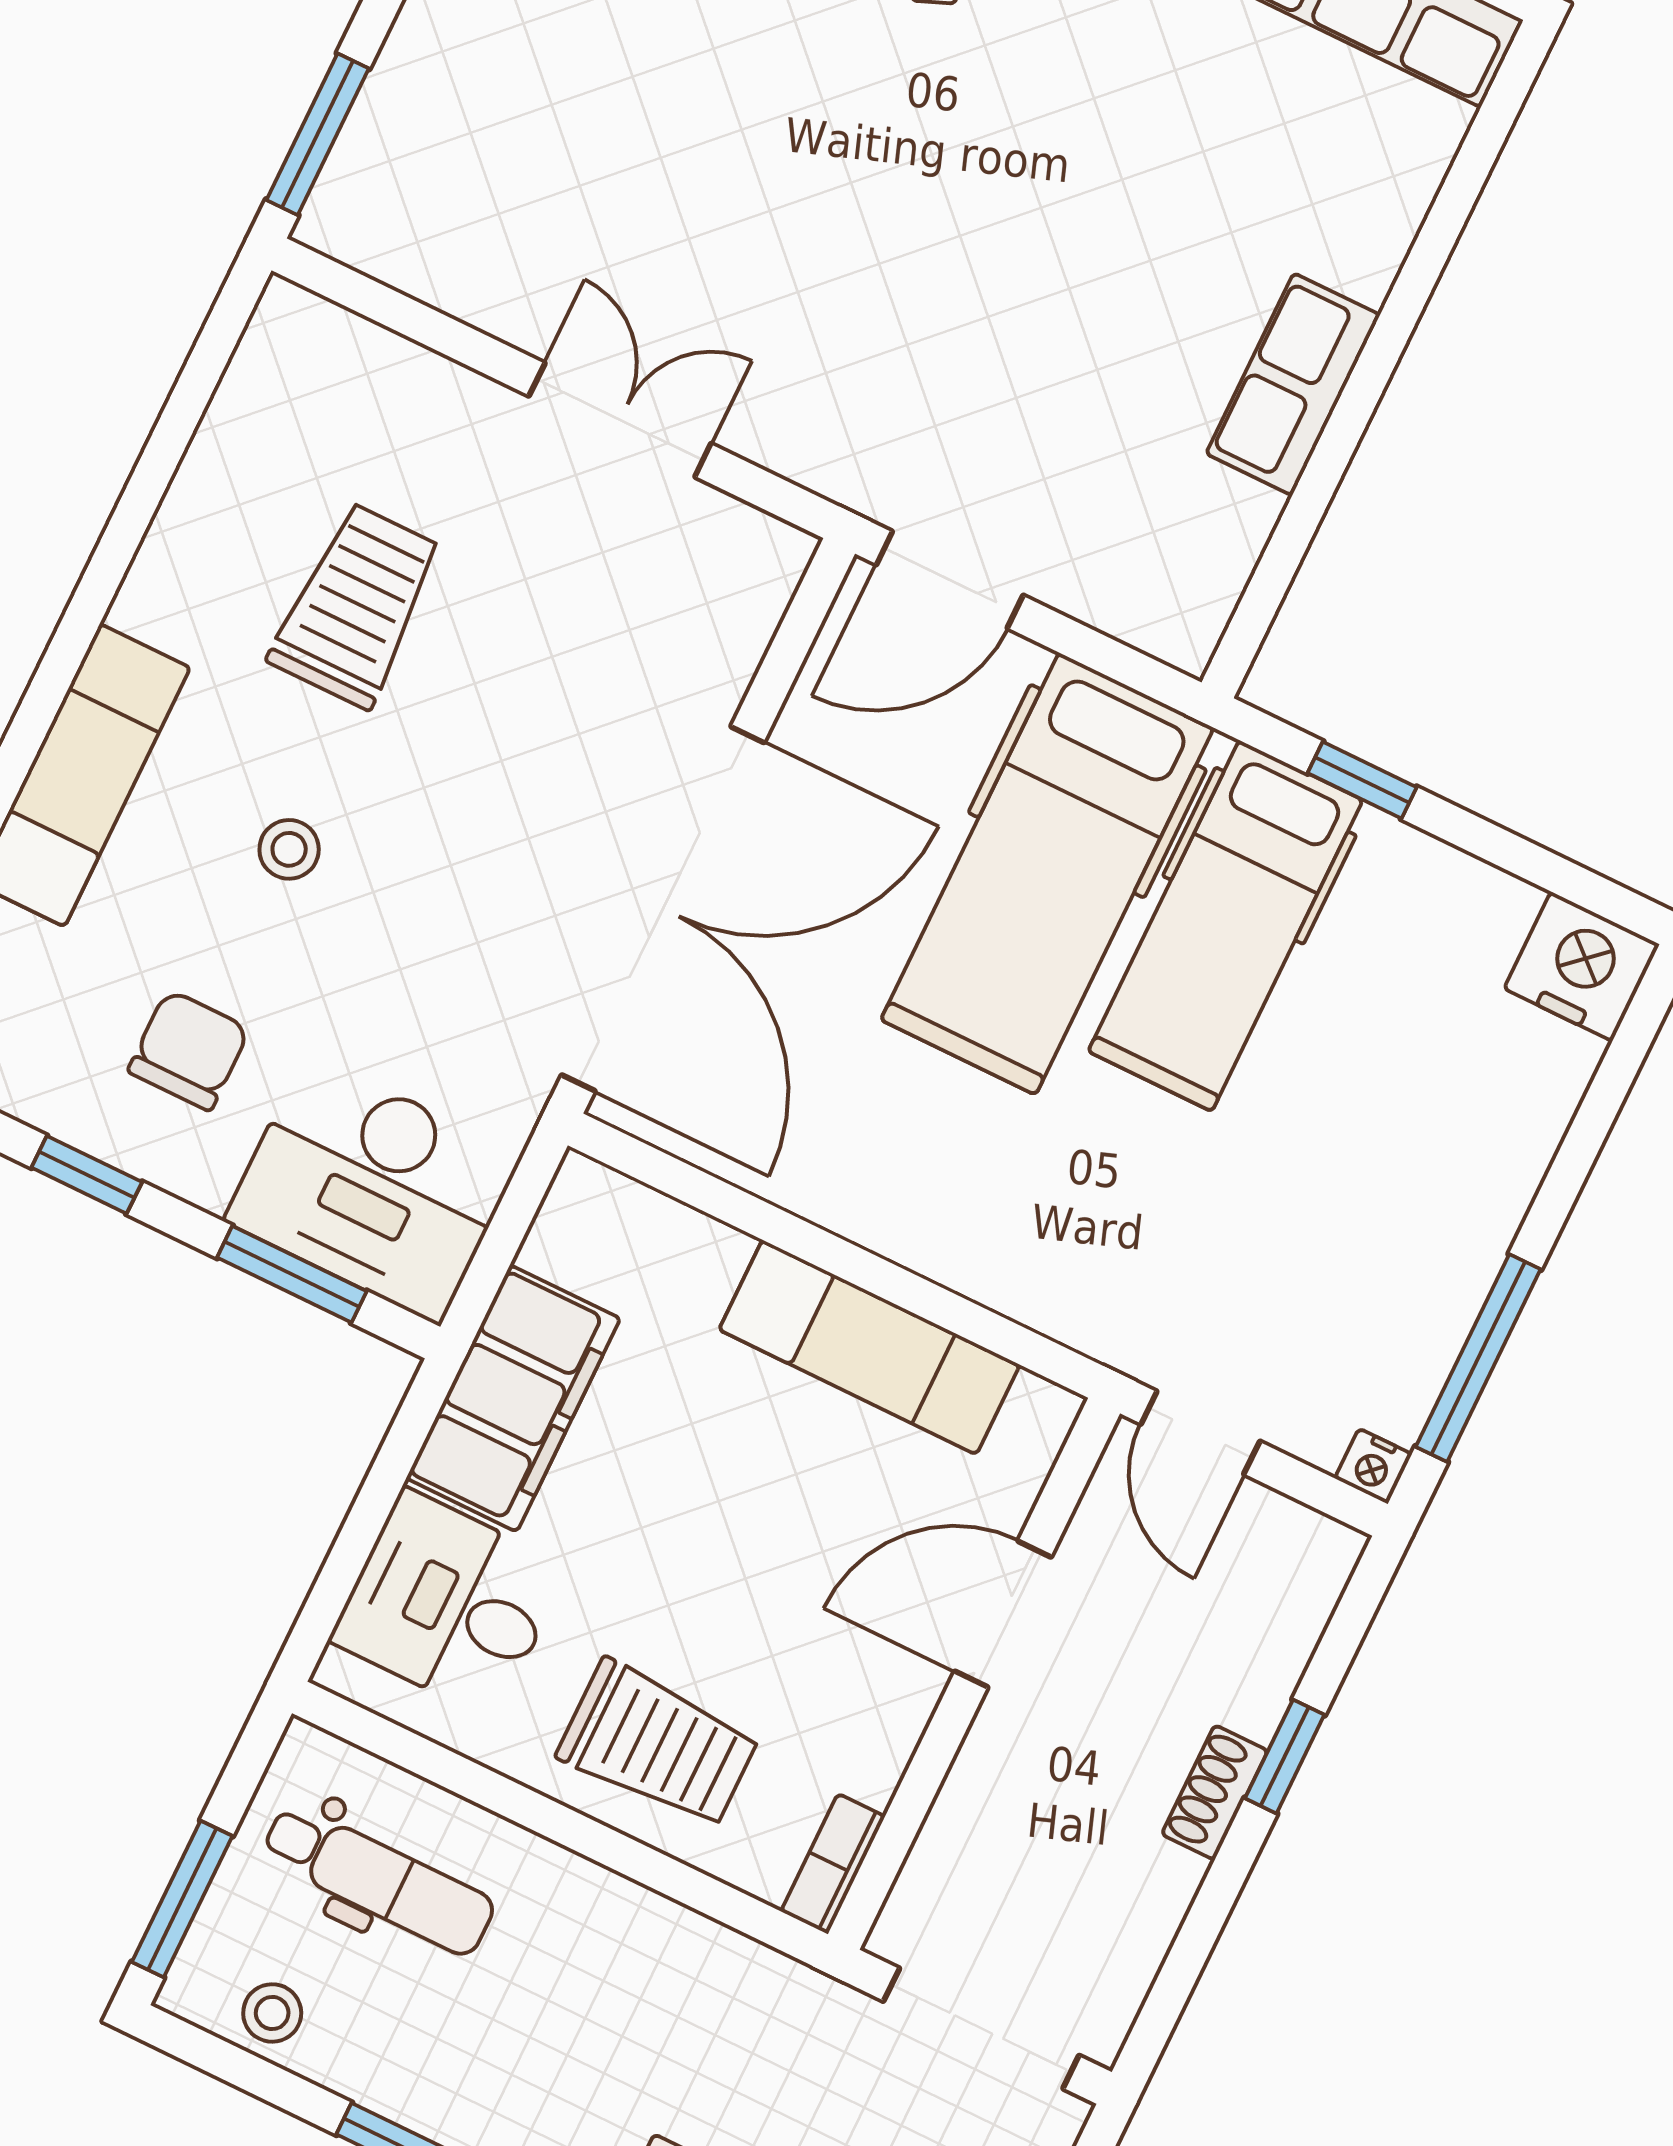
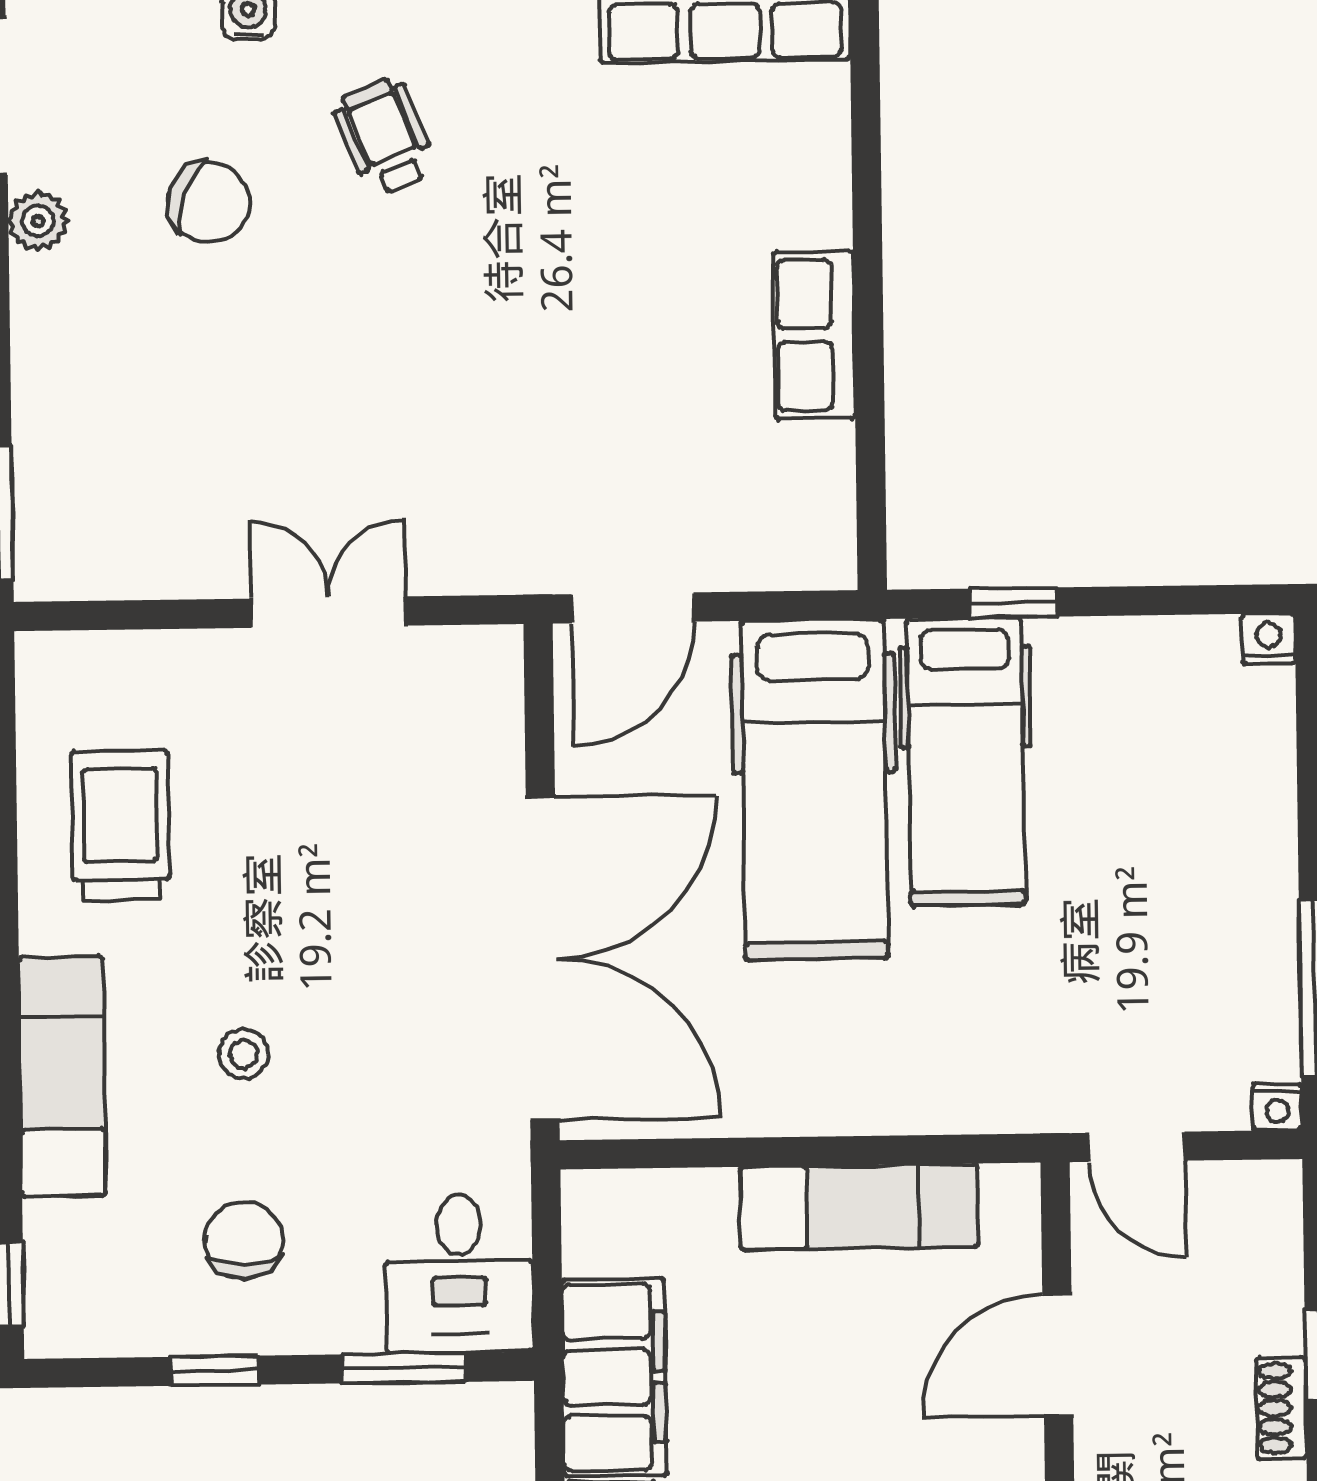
trolley: (357, 605) -> (120, 826), moved
nightstand: (1582, 966) -> (1269, 639), width x0.53, depth x0.56
desk: (373, 1188) -> (459, 1274), width x0.73

